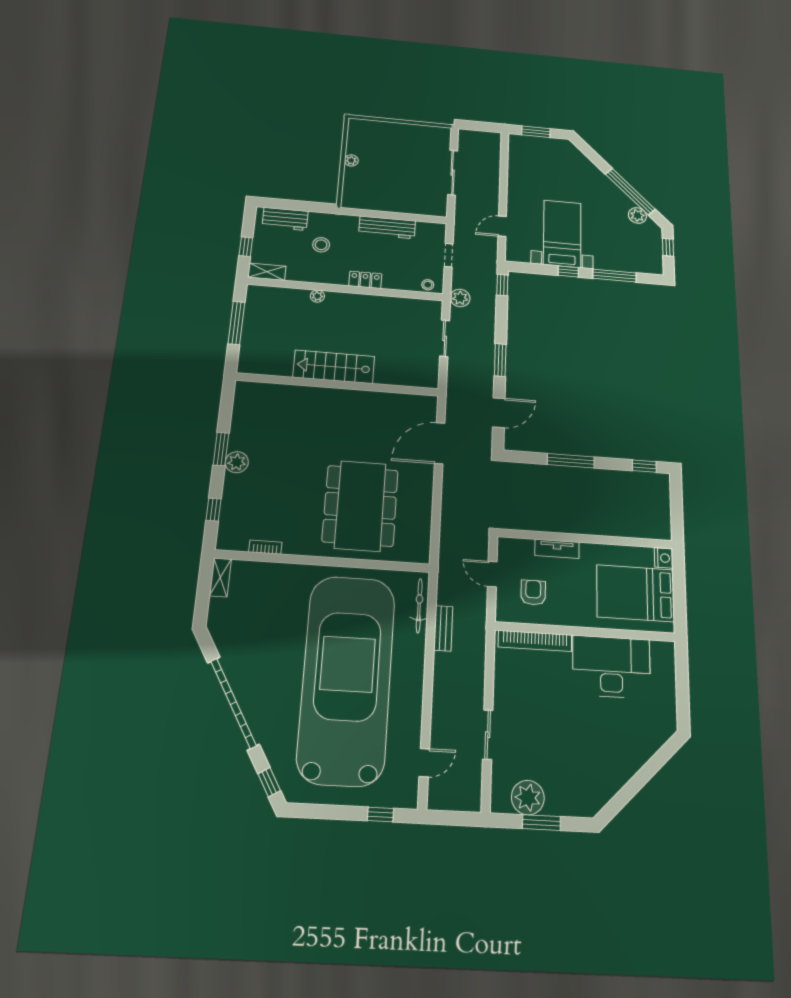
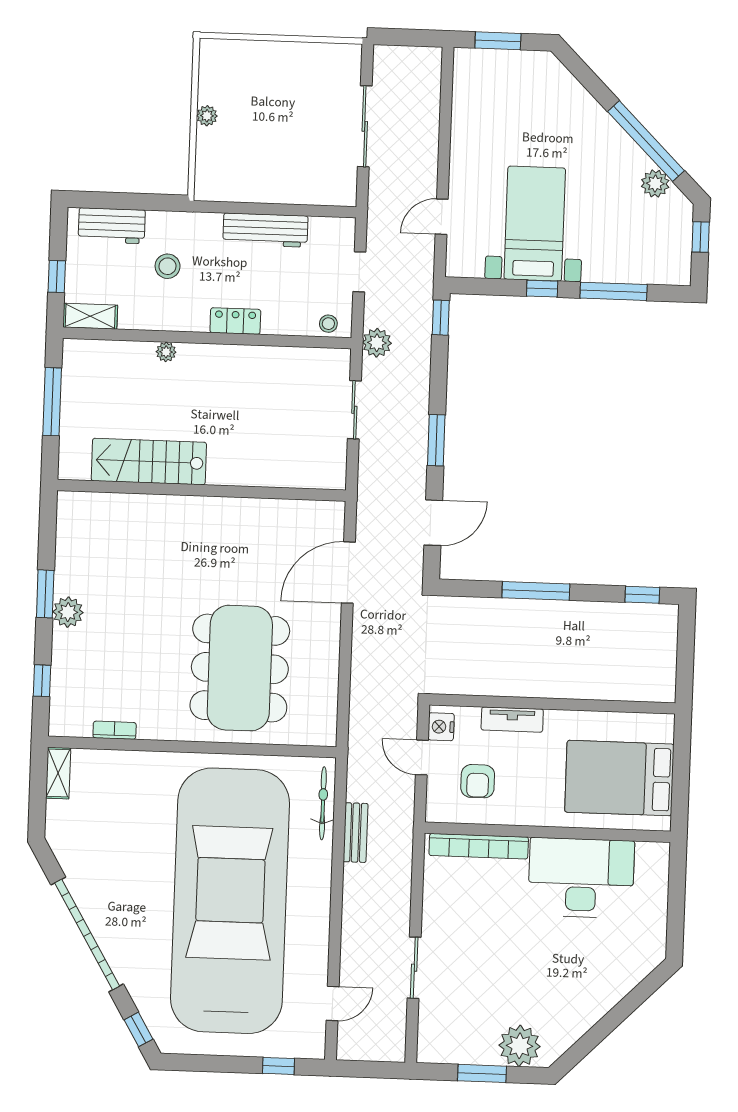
stairs: (334, 367) -> (149, 462), moved
nightstand: (664, 558) -> (441, 727), moved, turned 180
armchair: (533, 593) -> (478, 781), turned 180
plant: (528, 798) -> (520, 1046), moved

